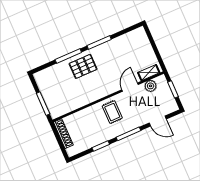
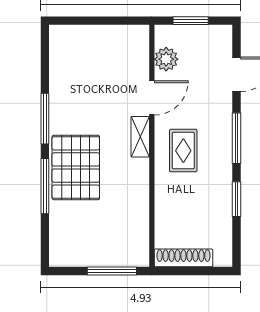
pallet: (83, 66) -> (76, 167), width x1.37, depth x1.41
shelving: (149, 73) -> (140, 137), moved
door: (130, 87) -> (152, 98), swing flipped
rug: (112, 112) -> (183, 151), turned 90

